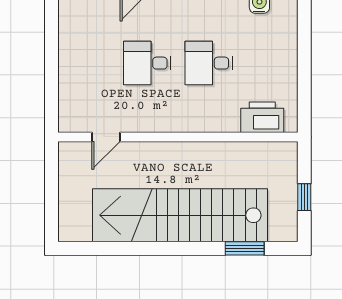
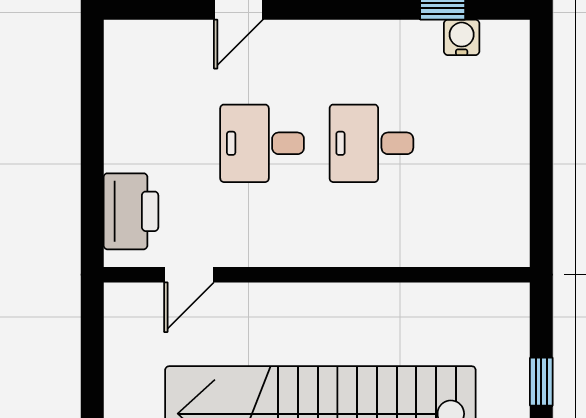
printer: (262, 117) -> (131, 211), moved, turned 90

